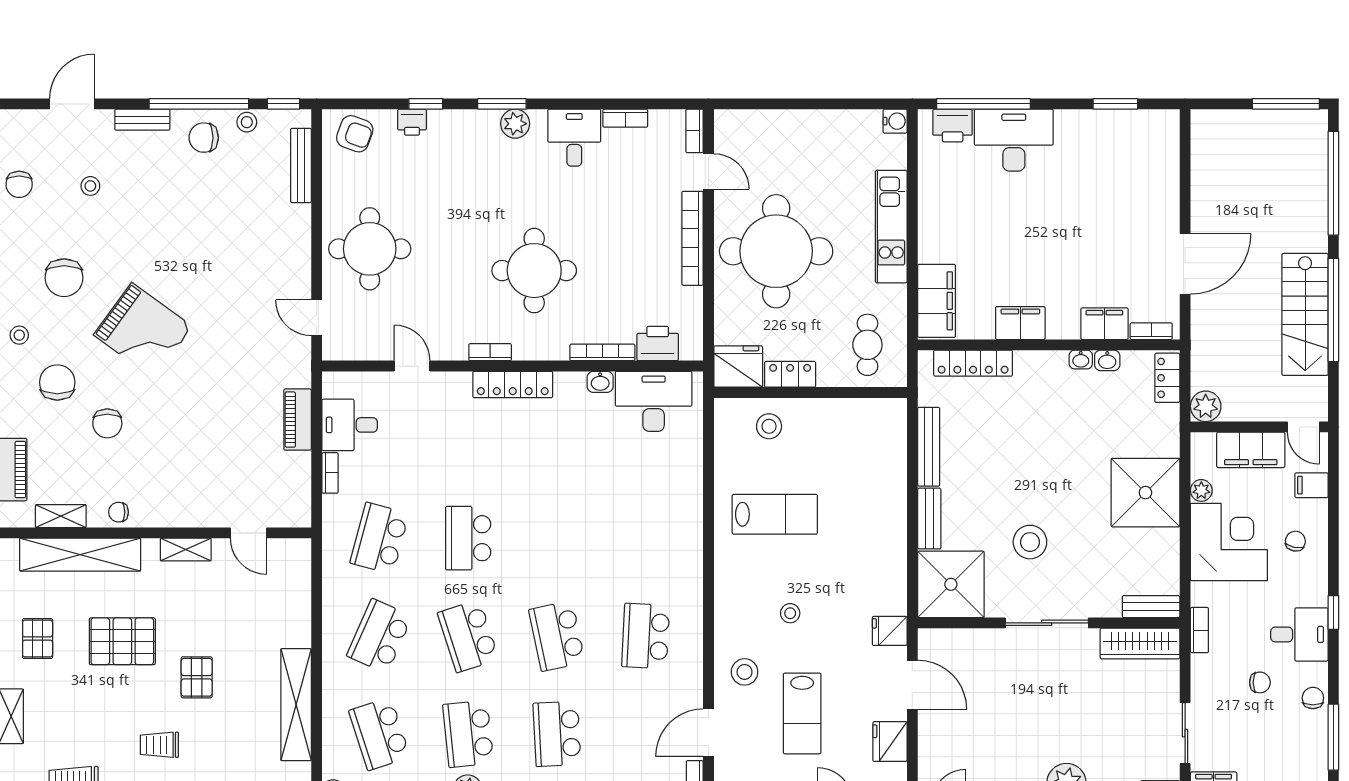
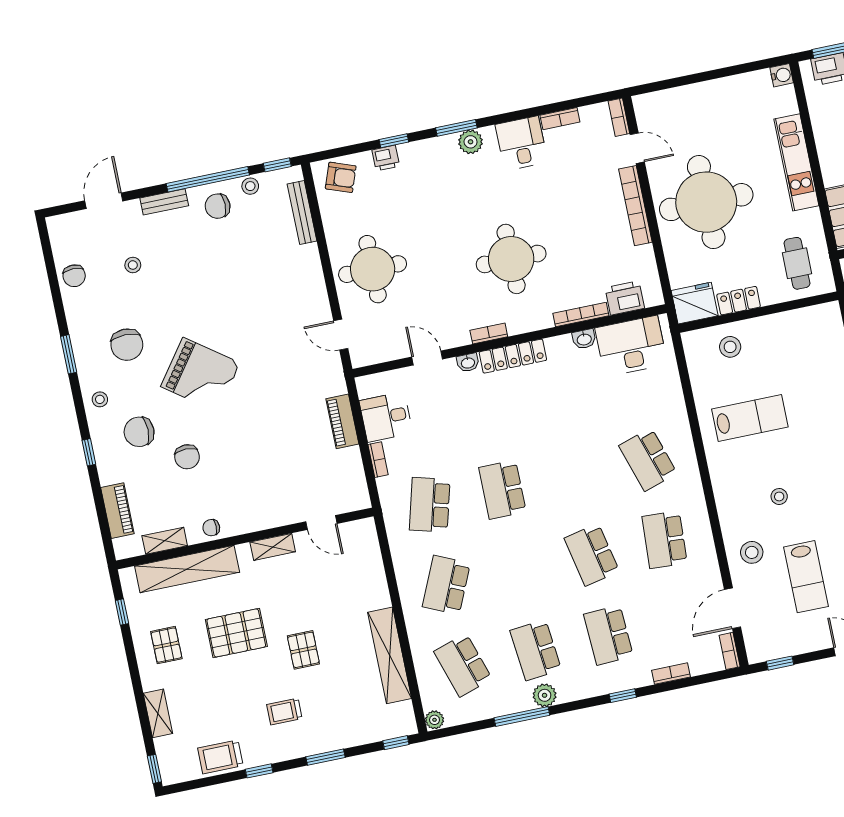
washbasin: (459, 381) -> (468, 363), added
chair: (57, 382) -> (139, 432), turned -90
school desk: (468, 636) -> (648, 460), moved

